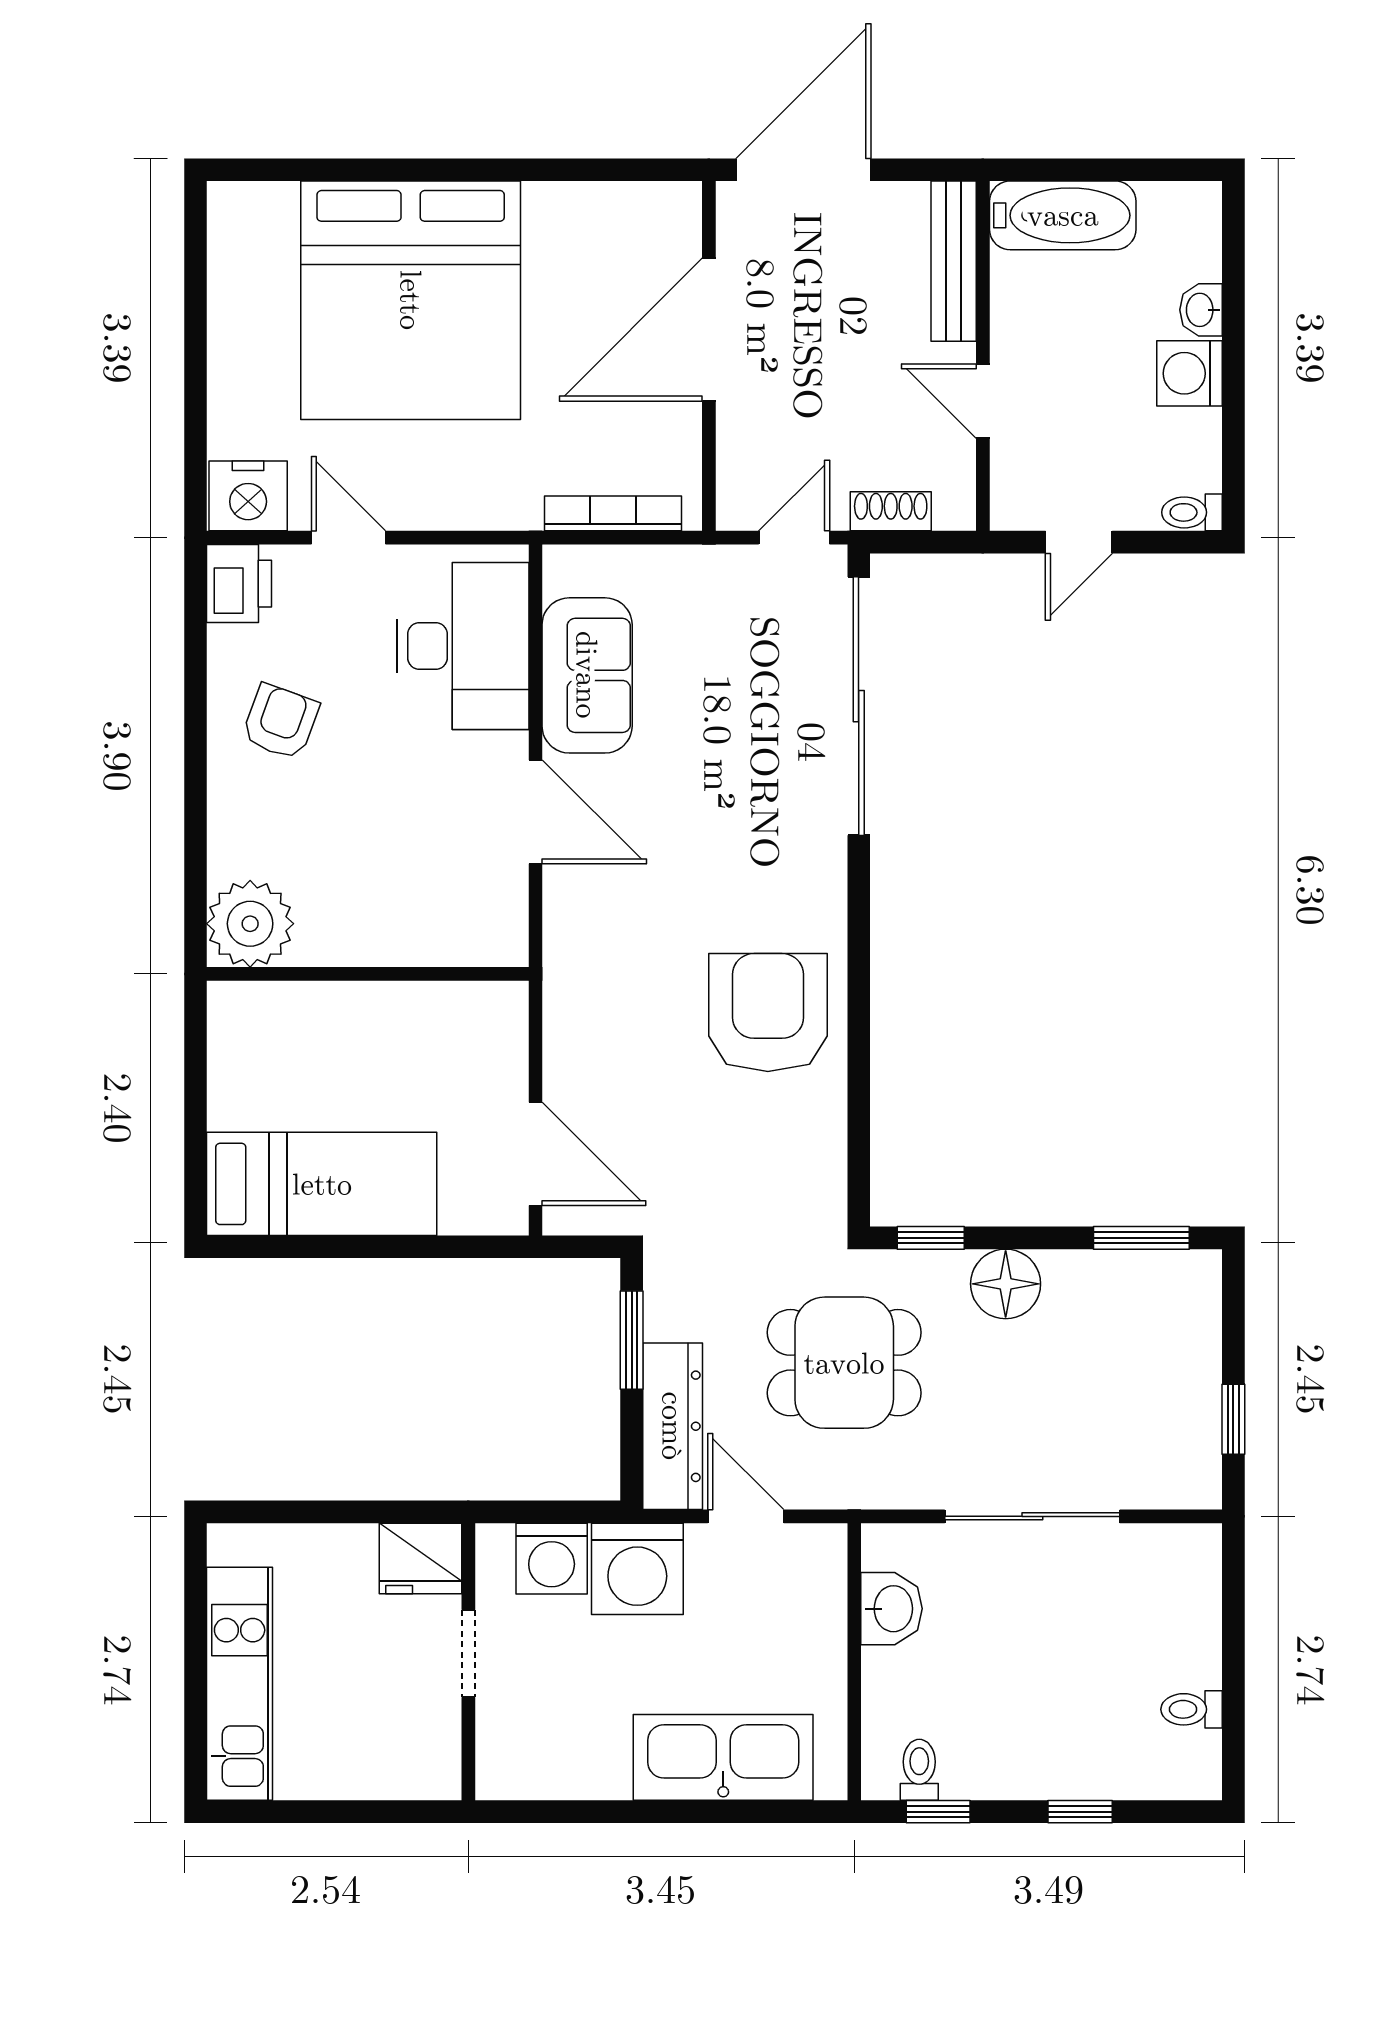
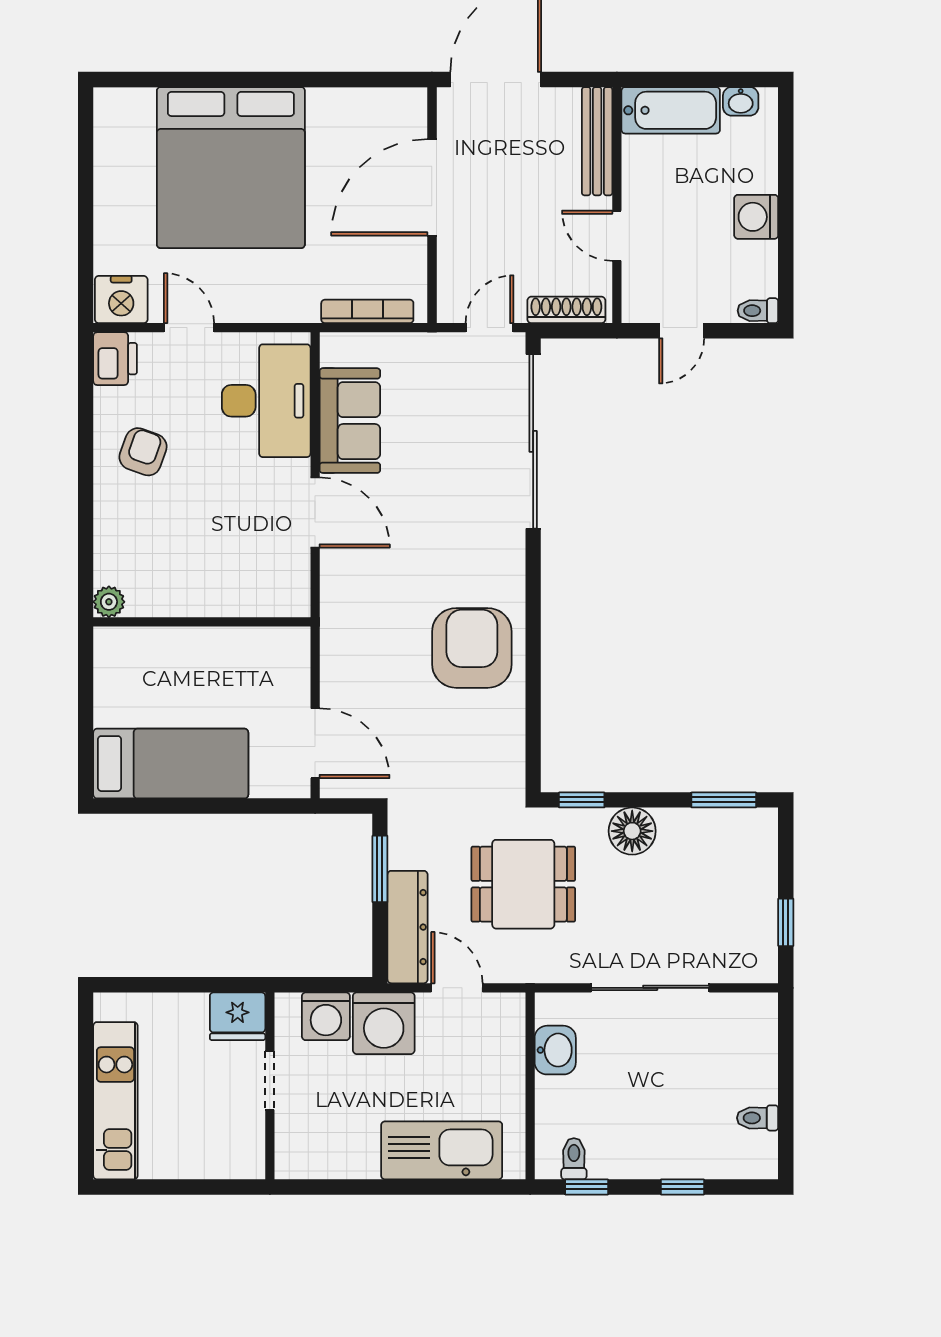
washbasin: (1201, 310) -> (741, 101), moved, turned -90
shoe rack: (891, 511) -> (566, 310), width x1.43
plant: (250, 924) -> (109, 602), width x0.53, depth x0.53

